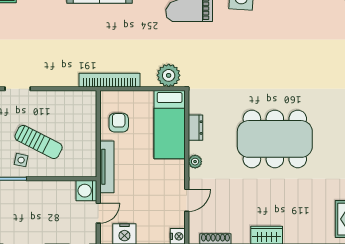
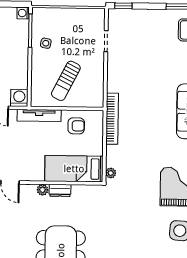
plant: (169, 75) -> (111, 173), width x0.53, depth x0.53
dresser: (195, 128) -> (60, 190), moved
sun lounger: (39, 142) -> (66, 81), moved

